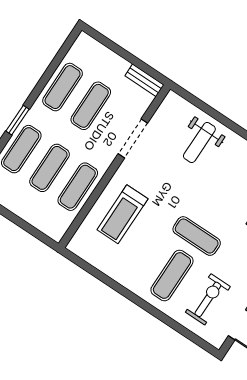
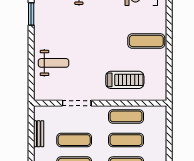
bench: (144, 80) -> (39, 134), moved
exercise mat: (197, 236) -> (109, 28), removed
exercise mat: (172, 275) -> (146, 41), moved

